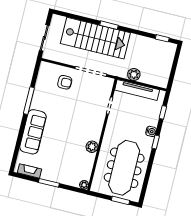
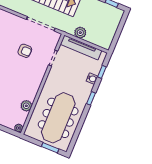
armchair: (65, 82) -> (25, 51), moved
water cooler: (151, 131) -> (92, 79), moved
plant: (92, 147) -> (26, 106), moved

